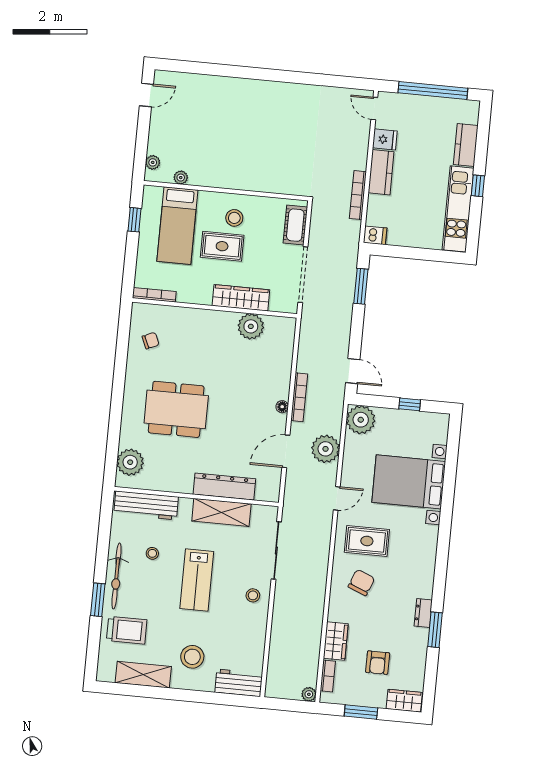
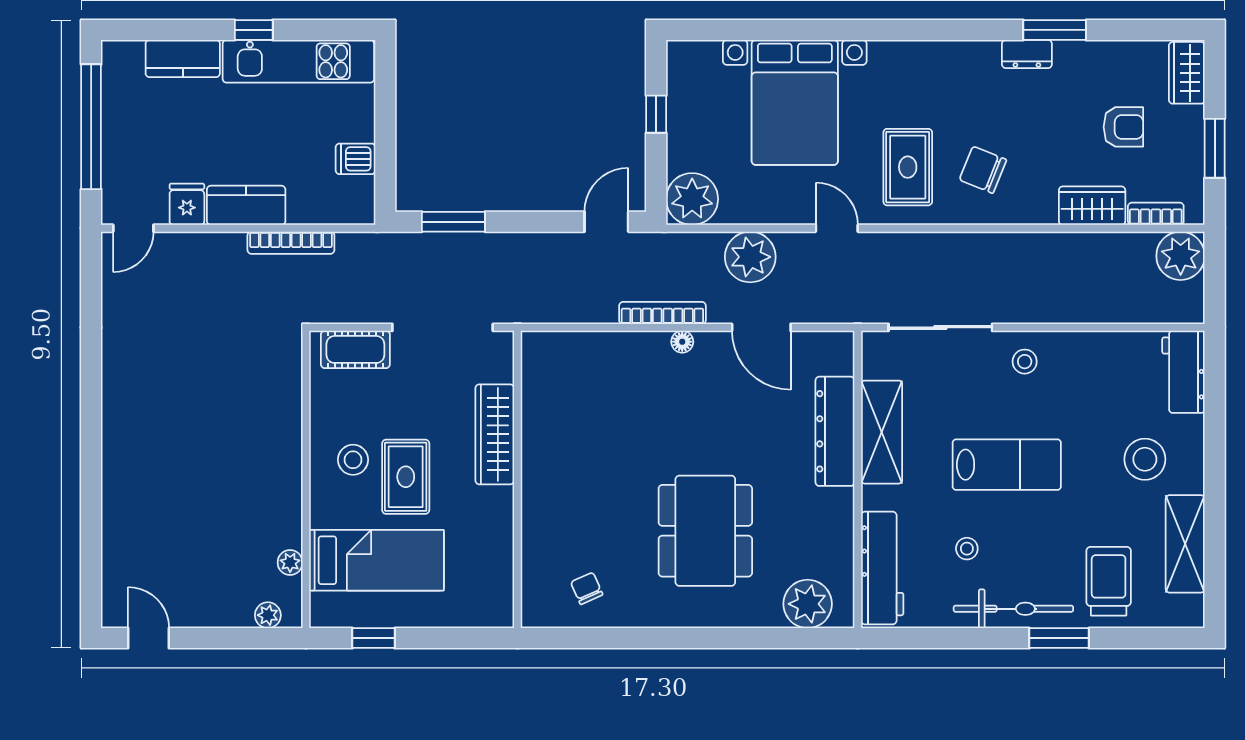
dishwasher: (375, 235) -> (355, 159), moved, turned -90
bookcase: (154, 295) -> (504, 590), removed
plant: (251, 326) -> (544, 412), removed
plant: (309, 694) -> (1181, 256), width x1.87, depth x1.87

